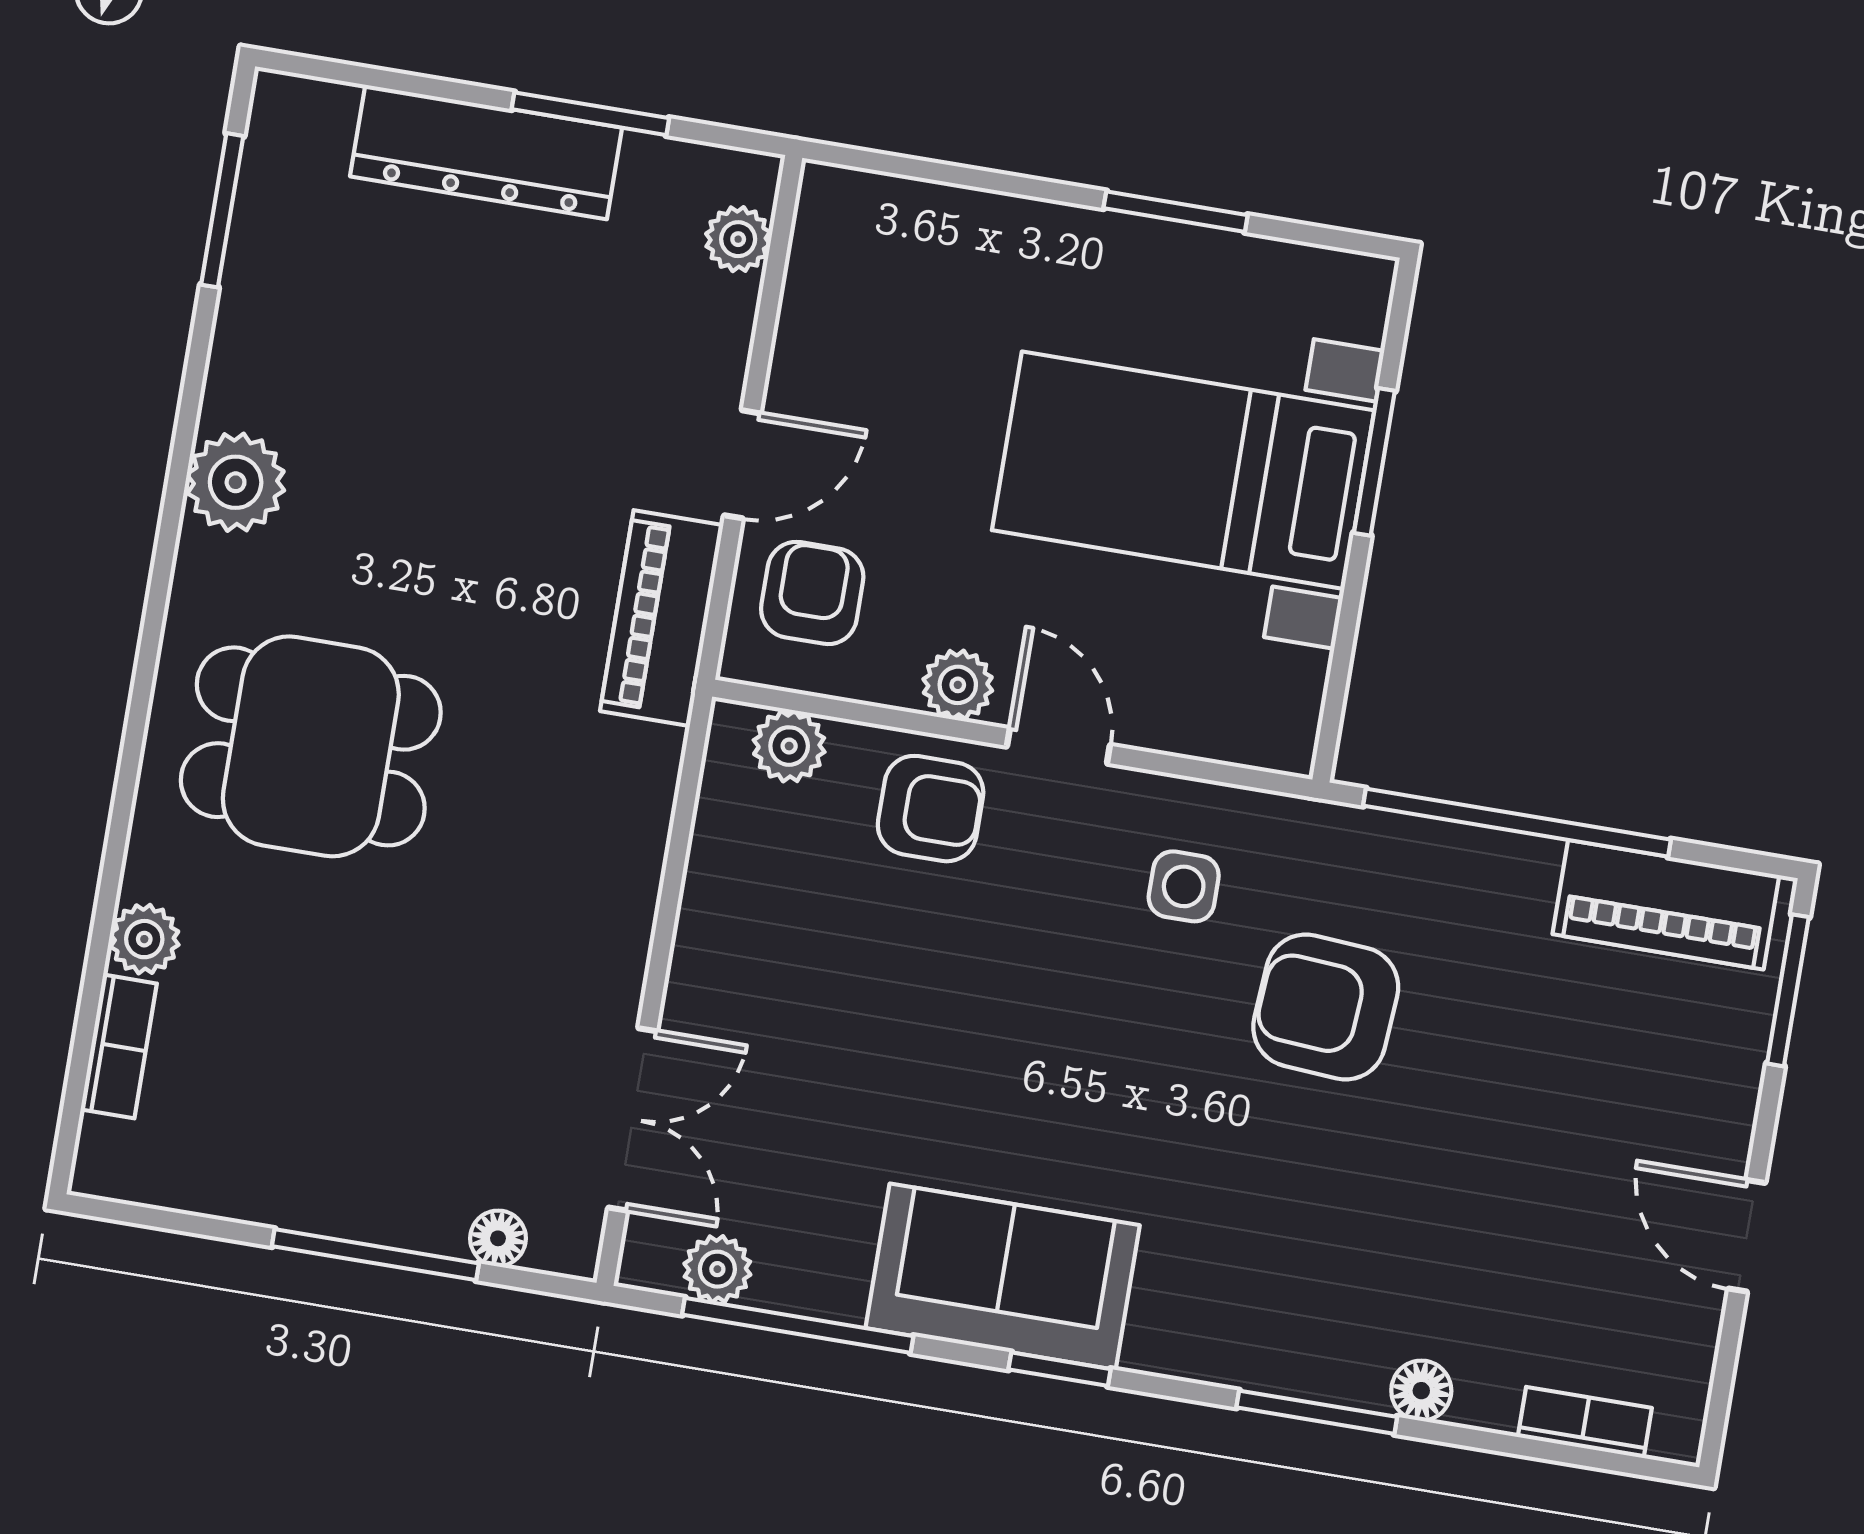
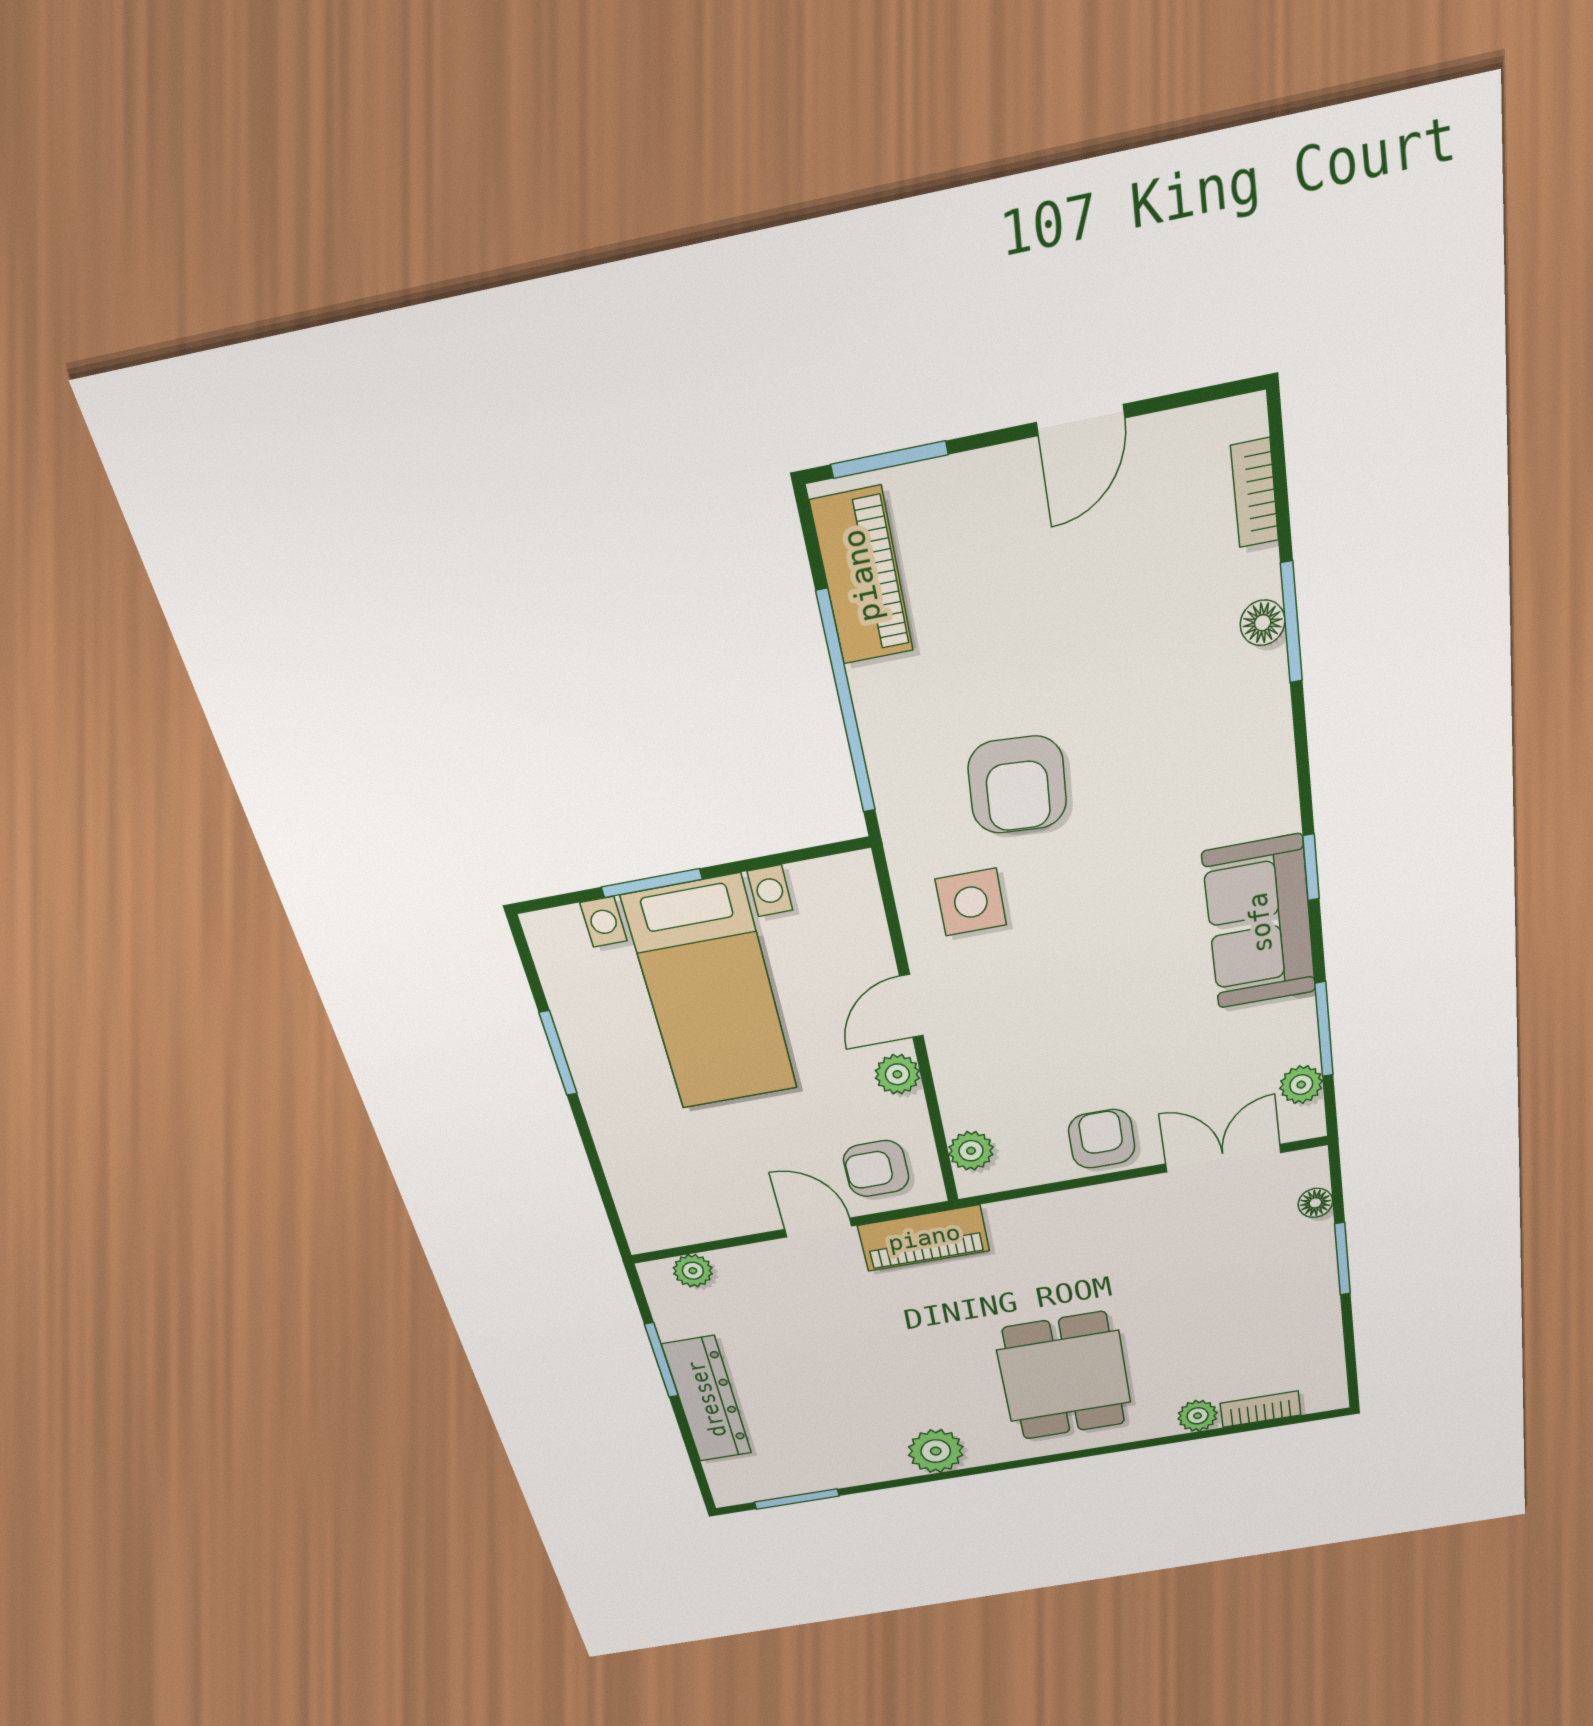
armchair: (931, 809) -> (1102, 1139), moved
side table: (1184, 886) -> (971, 902), width x1.37, depth x1.37
window: (375, 1255) -> (1342, 1259), width x0.69
window: (798, 1325) -> (1324, 1029), width x0.69
window: (1317, 1412) -> (1291, 623), moved

